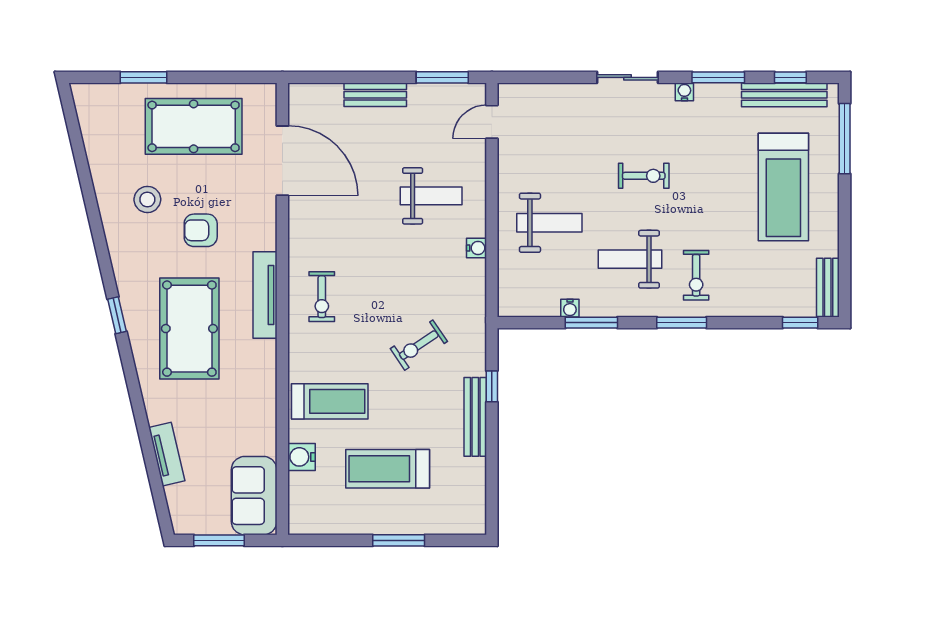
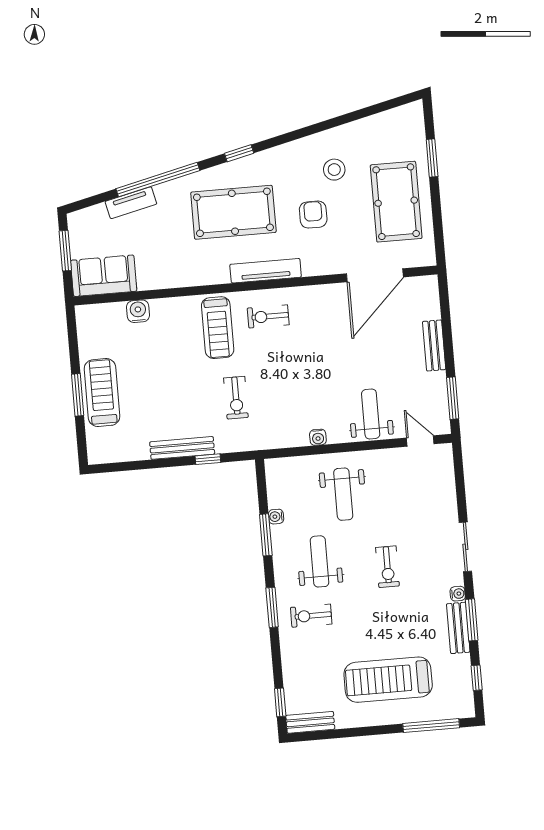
bench: (784, 95) -> (458, 628), moved, width x0.73
weight bench: (431, 196) -> (371, 414), moved, turned 180
exercise bike: (419, 345) -> (236, 398), turned -146
treadmill: (330, 401) -> (218, 328), moved
window: (141, 418) -> (158, 180), added
treadmill: (388, 469) -> (102, 393), moved

